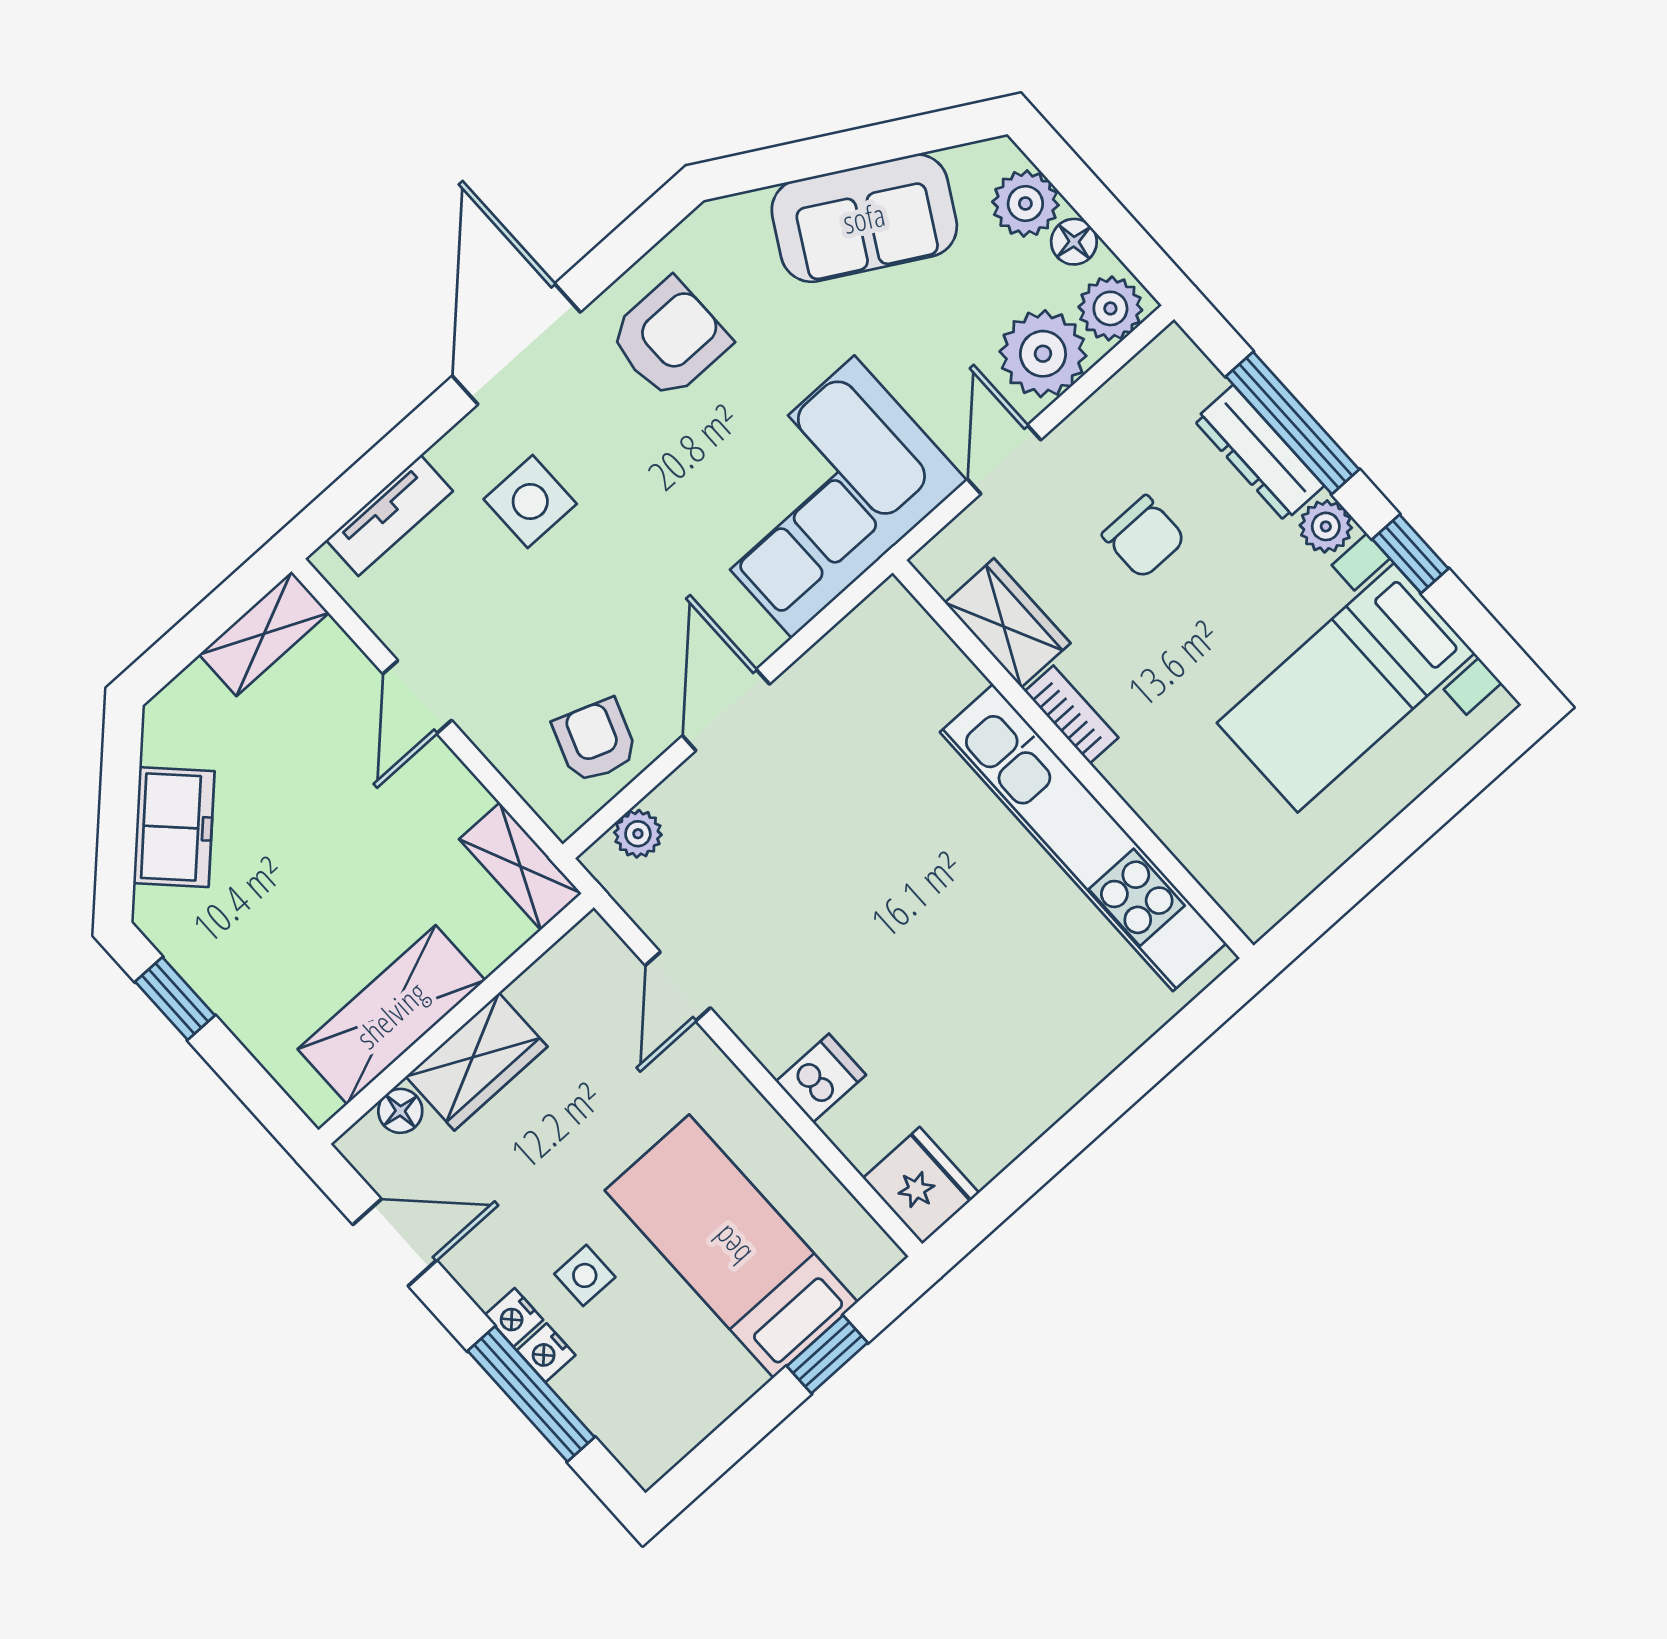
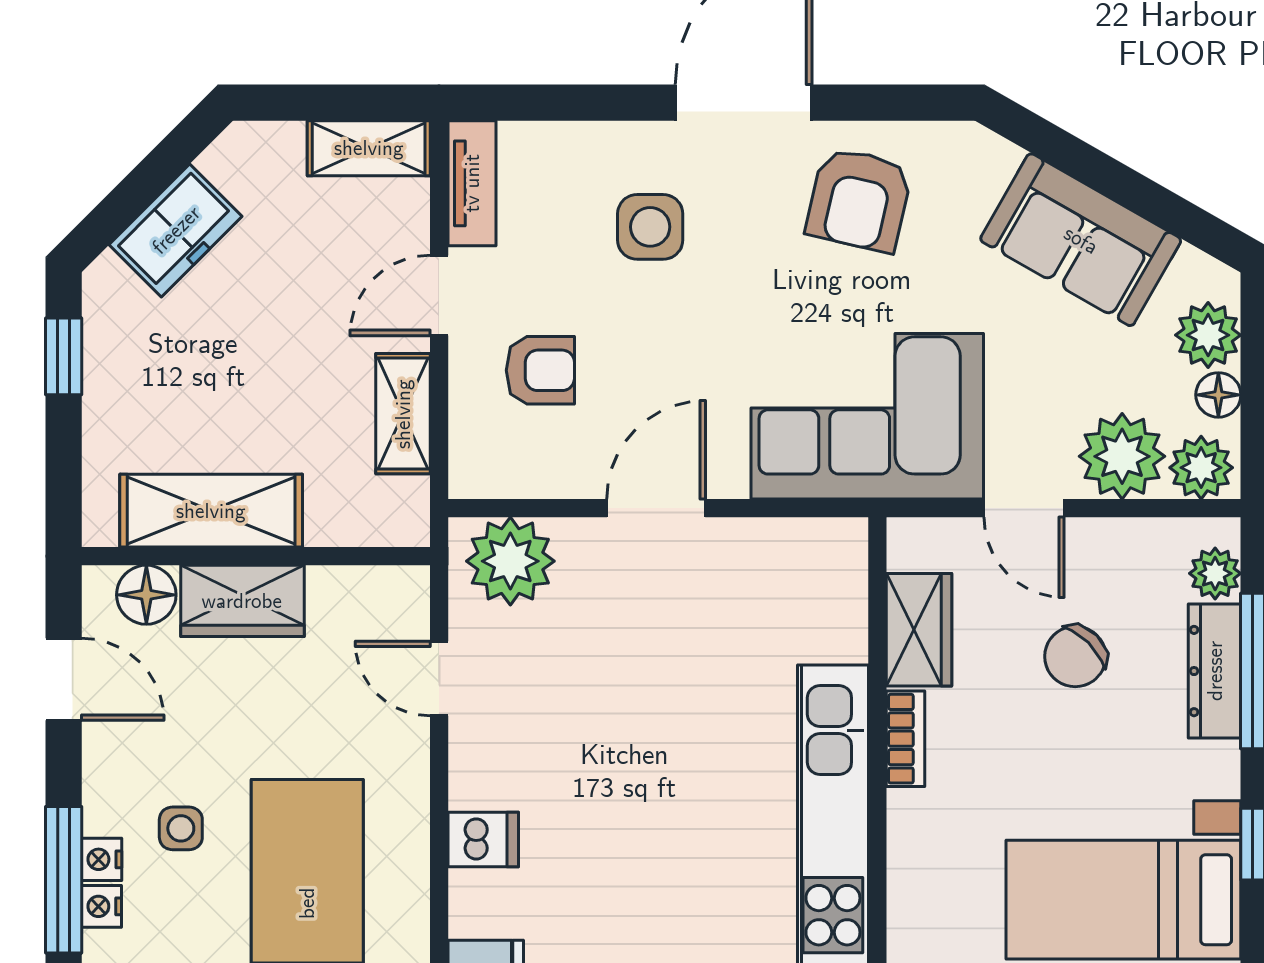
armchair: (669, 339) -> (859, 200), turned 103
door: (1004, 460) -> (1024, 508), swing flipped
tv unit: (389, 516) -> (472, 183), moved, turned -90
plant: (1326, 526) -> (1215, 573), moved
chair: (1144, 537) -> (1075, 656), turned 45
armchair: (595, 741) -> (540, 370), moved, turned 70
plant: (638, 834) -> (510, 561), width x1.87, depth x1.87
shelving: (520, 866) -> (403, 414), moved
door: (678, 987) -> (439, 679), hinge flipped
floor lamp: (400, 1111) -> (146, 595), width x1.37, depth x1.37
nightstand: (514, 1317) -> (102, 906), moved

